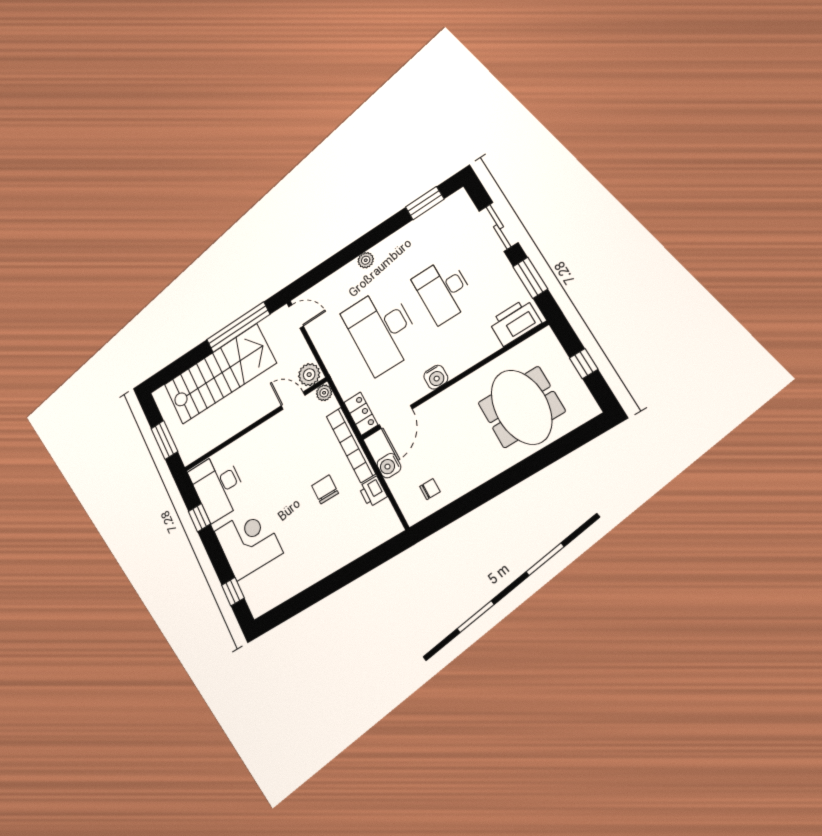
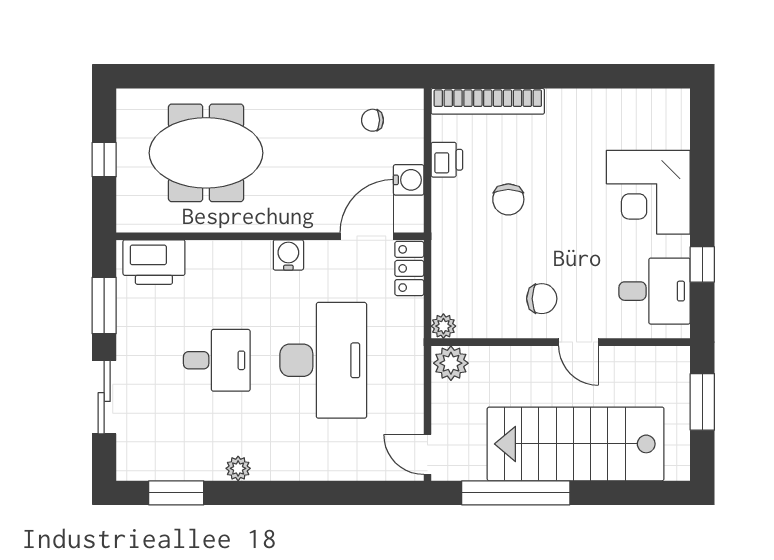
plant: (366, 260) -> (238, 468), moved
desk: (444, 290) -> (217, 360), width x0.73
door: (293, 401) -> (579, 342), moved
meeting table: (521, 407) -> (206, 153), turned 90
chair: (277, 443) -> (542, 299), added
bookcase: (351, 445) -> (488, 101), moved, turned 90
desk: (218, 486) -> (655, 291), width x0.73
window: (233, 592) -> (702, 140), removed

